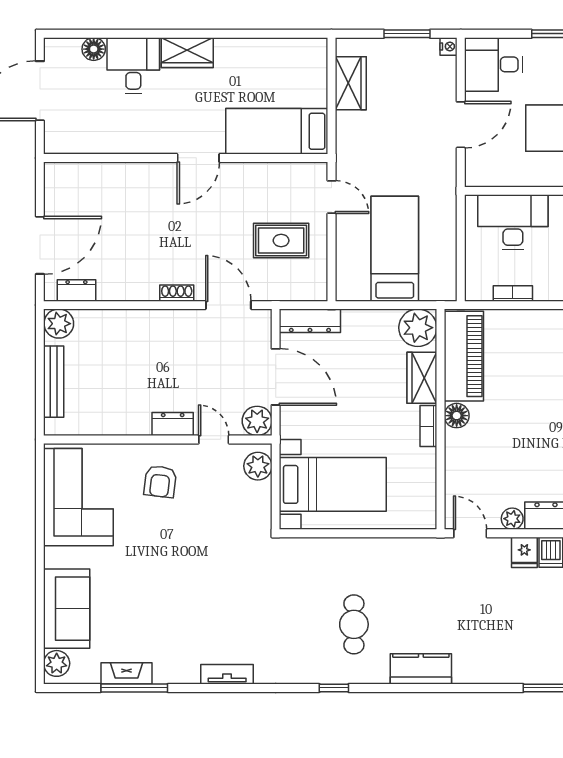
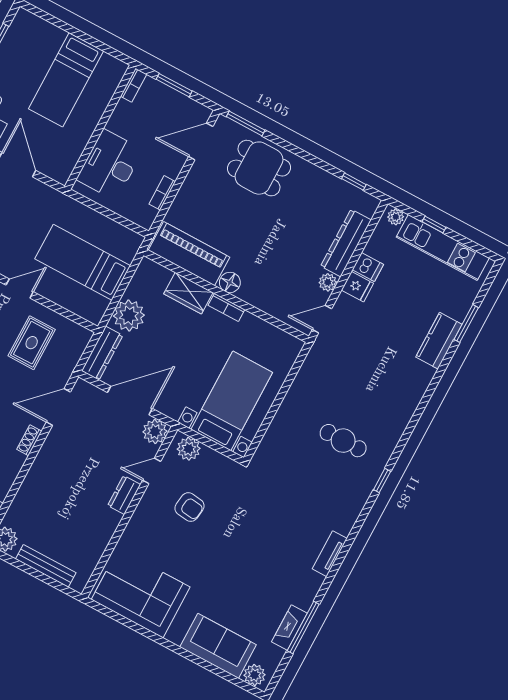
plant: (418, 328) -> (129, 316), moved
armchair: (160, 482) -> (189, 507), moved
kitchen counter: (421, 669) -> (439, 341), moved

